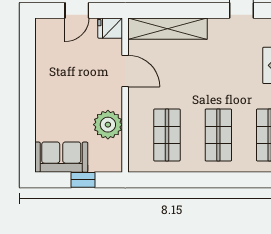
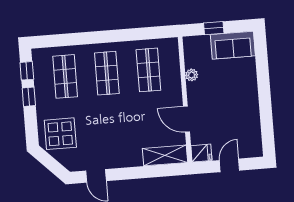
shelving: (168, 29) -> (165, 155), width x0.68
plant: (108, 125) -> (192, 75), width x0.53, depth x0.53

